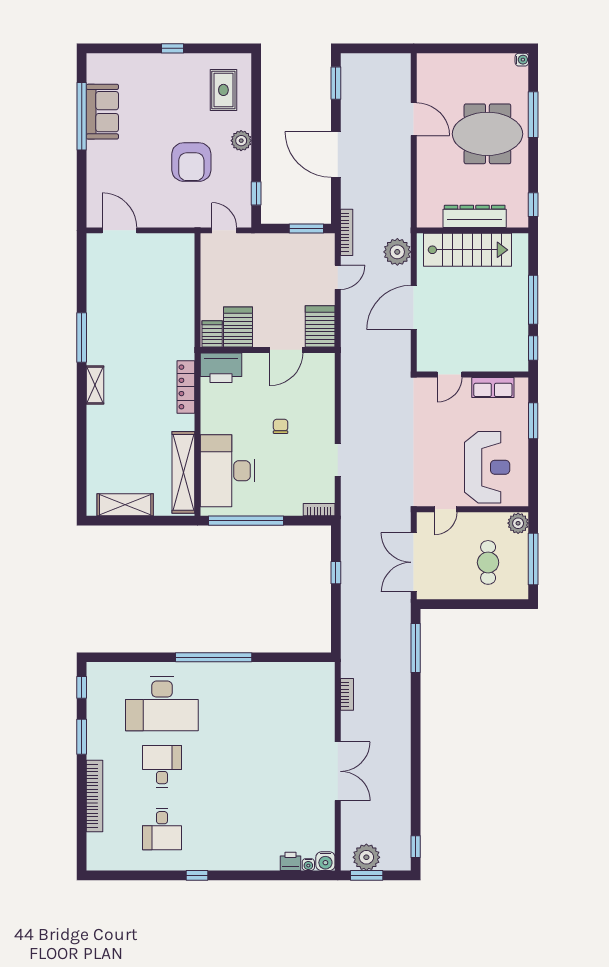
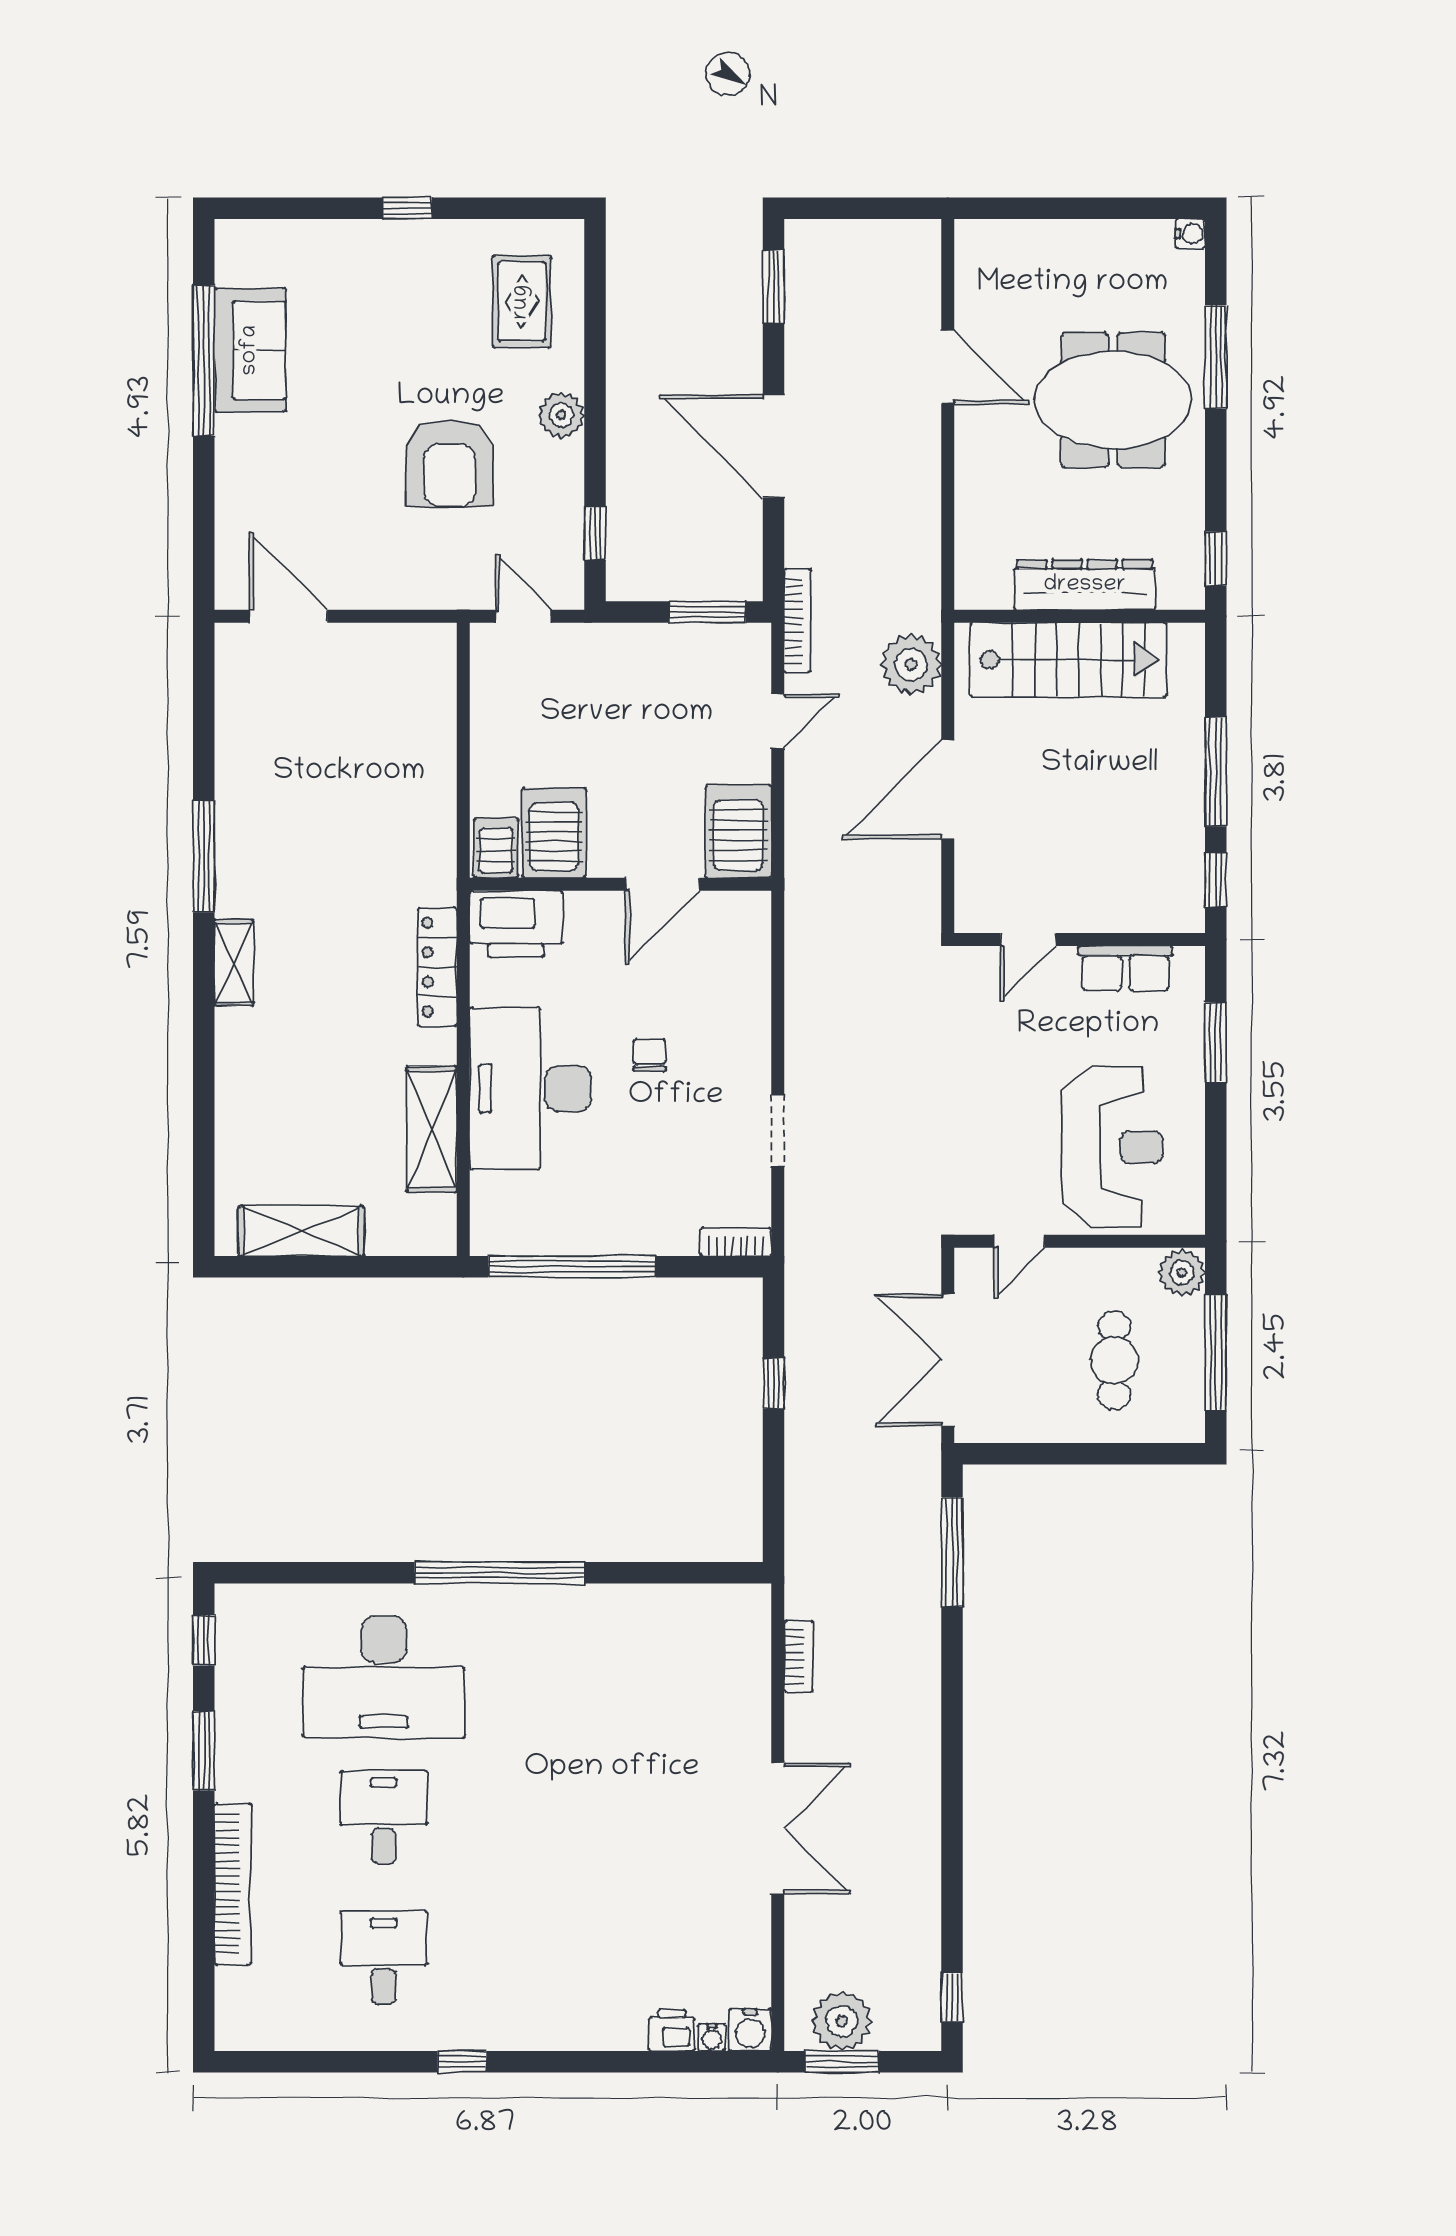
desk: (227, 471) -> (530, 1088), moved
shelving: (183, 472) -> (432, 1129), width x0.68
desk: (162, 829) -> (384, 1958), turned 180

